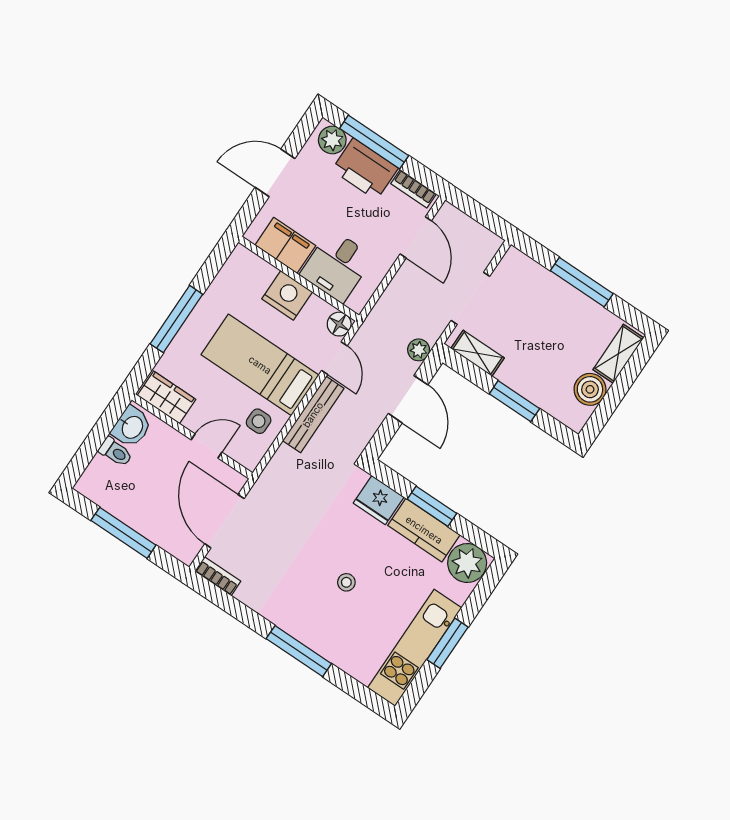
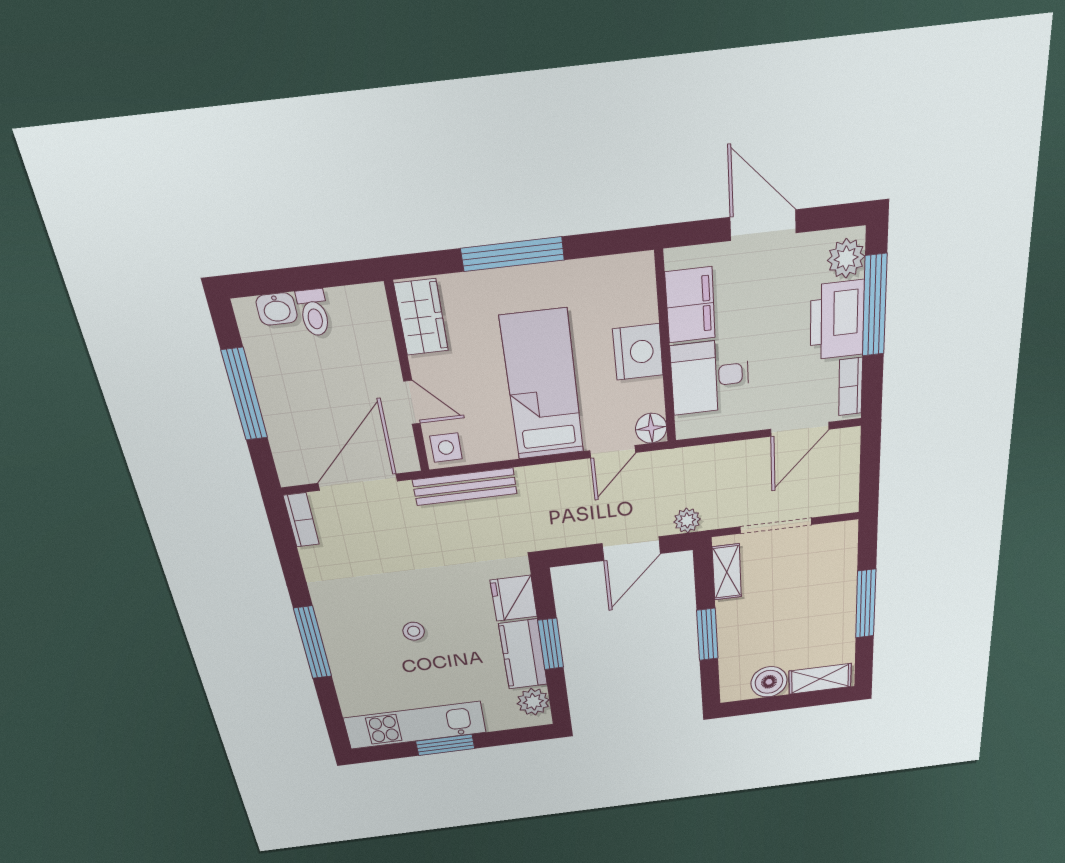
bench: (313, 415) -> (465, 487), moved
side table: (259, 421) -> (446, 447), moved
washbasin: (132, 427) -> (277, 309), moved, width x0.72, depth x0.69
plant: (467, 563) -> (533, 702), width x0.73, depth x0.73

